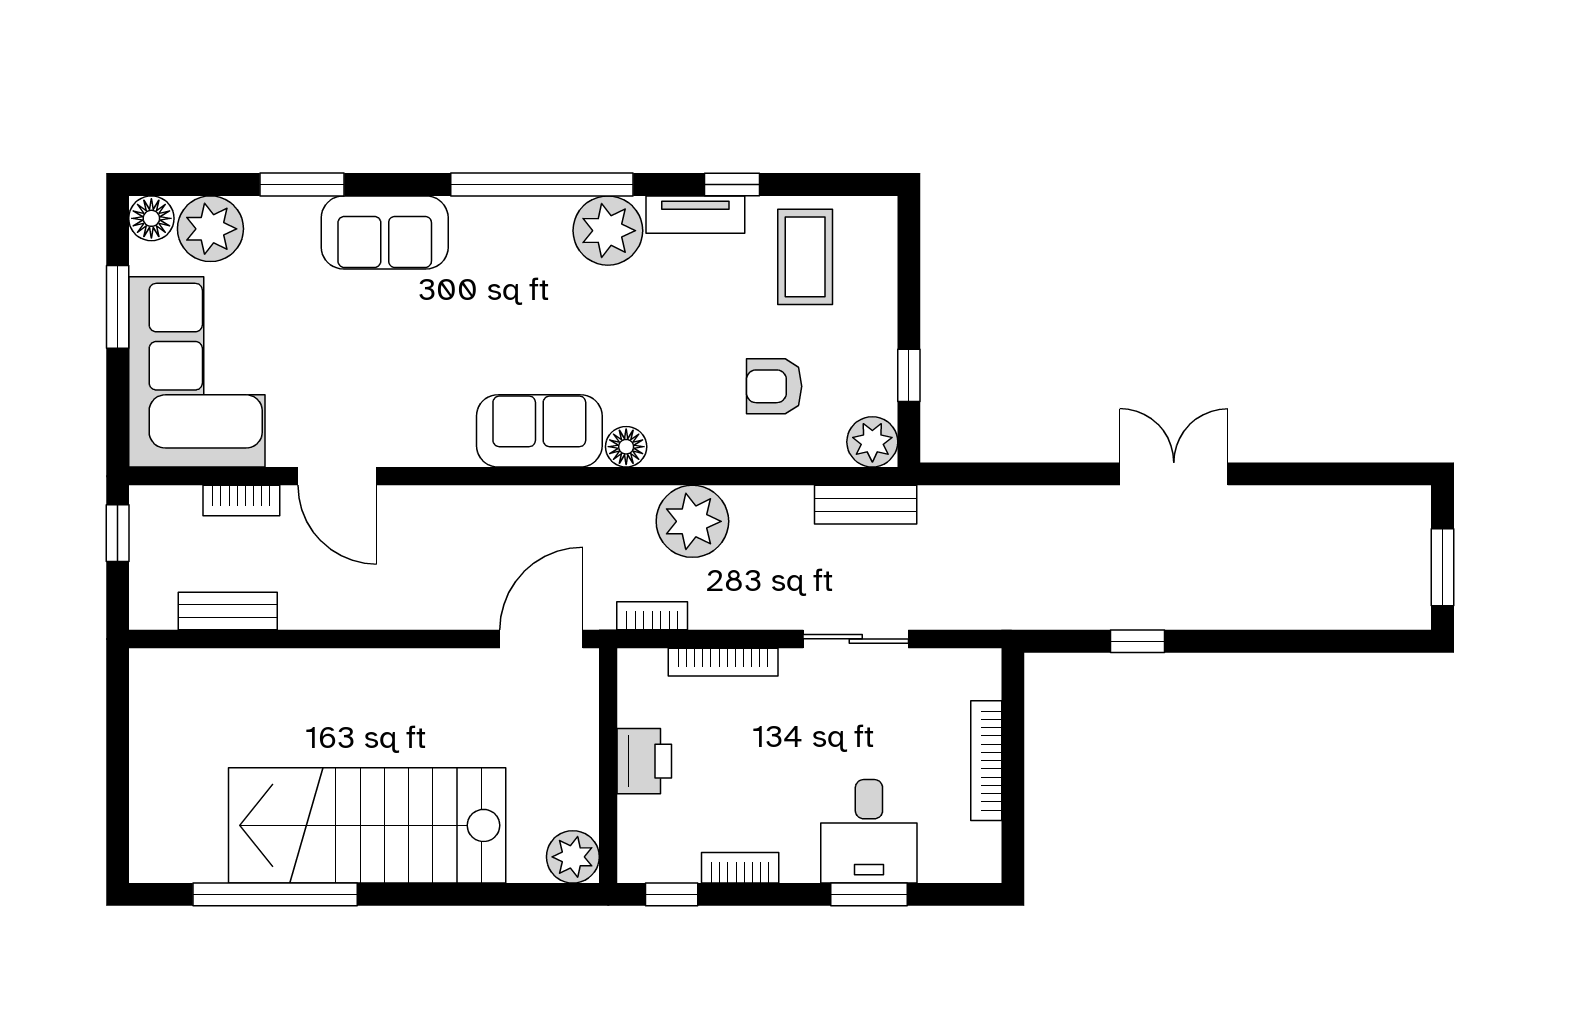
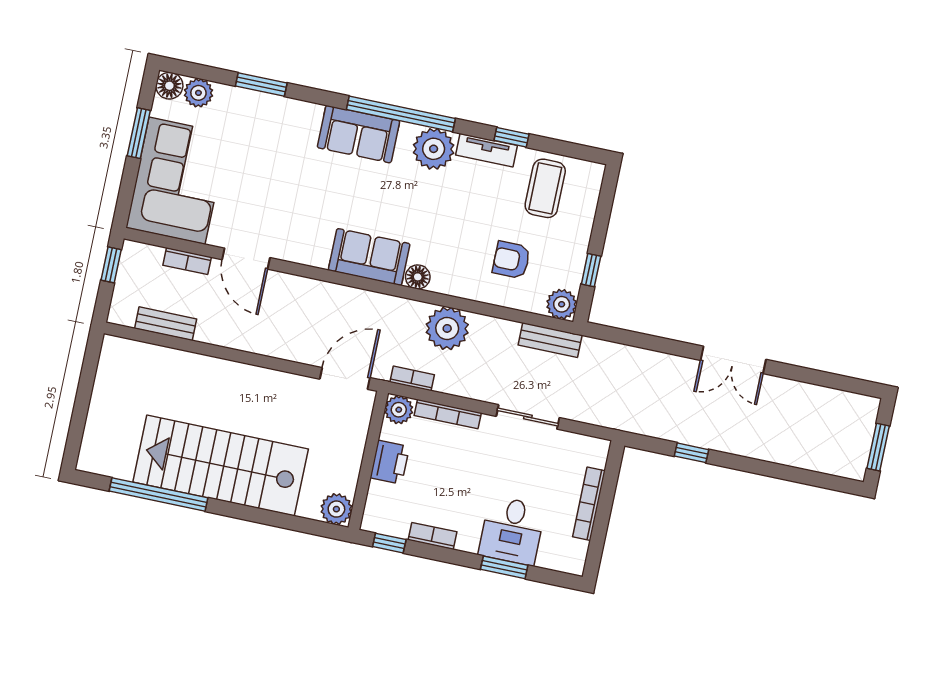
plant: (210, 229) -> (198, 93), width x0.73, depth x0.73
sofa: (385, 232) -> (358, 134), moved
double door: (1174, 474) -> (733, 360), swing flipped
plant: (641, 672) -> (399, 410), added

